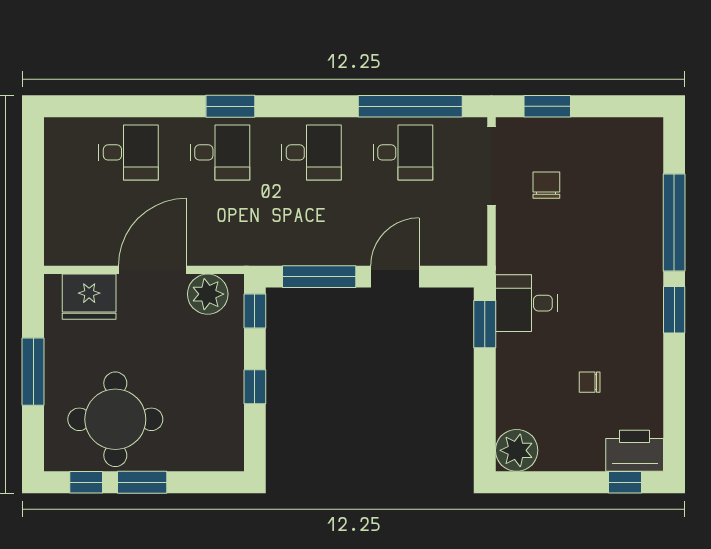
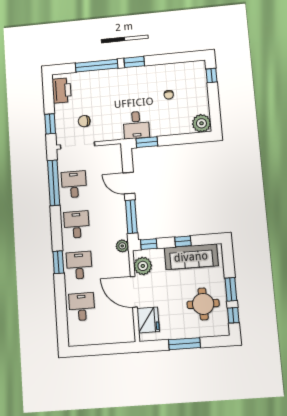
plant: (255, 252) -> (122, 246), added
sofa: (220, 402) -> (191, 257), added
round table: (115, 419) -> (203, 304), width x0.73, depth x0.73
printer: (635, 451) -> (62, 90), moved, turned 180

